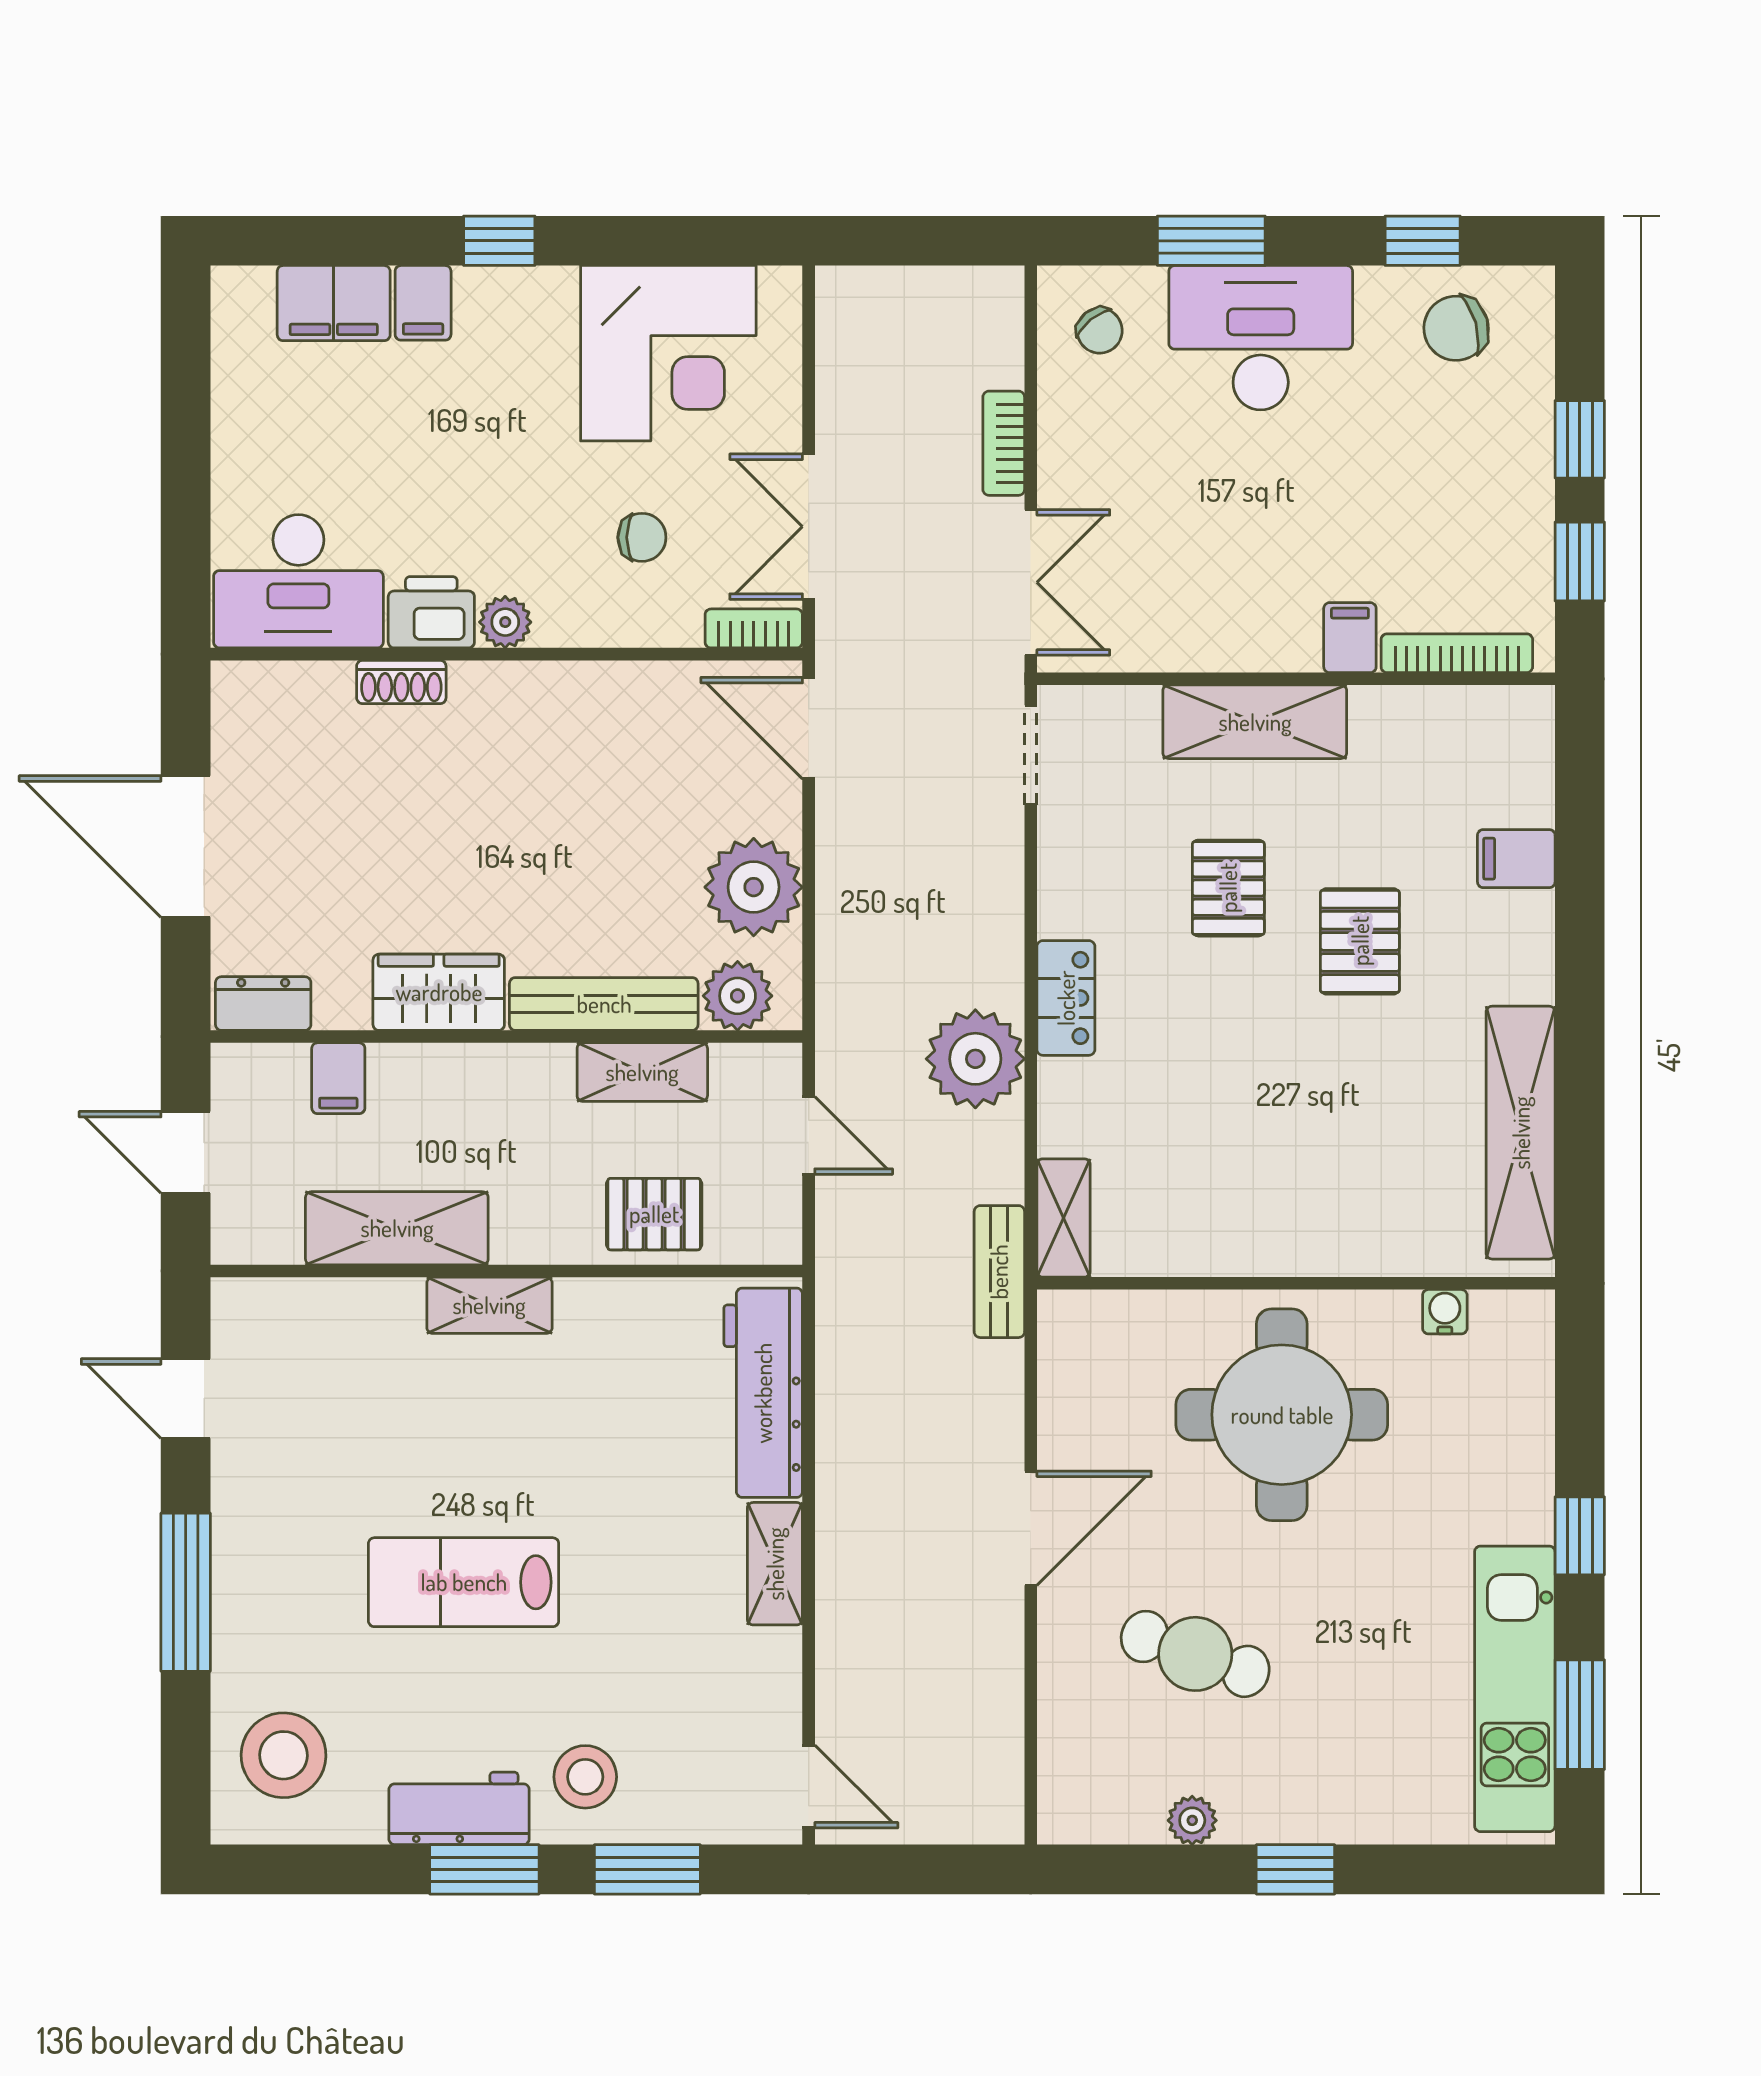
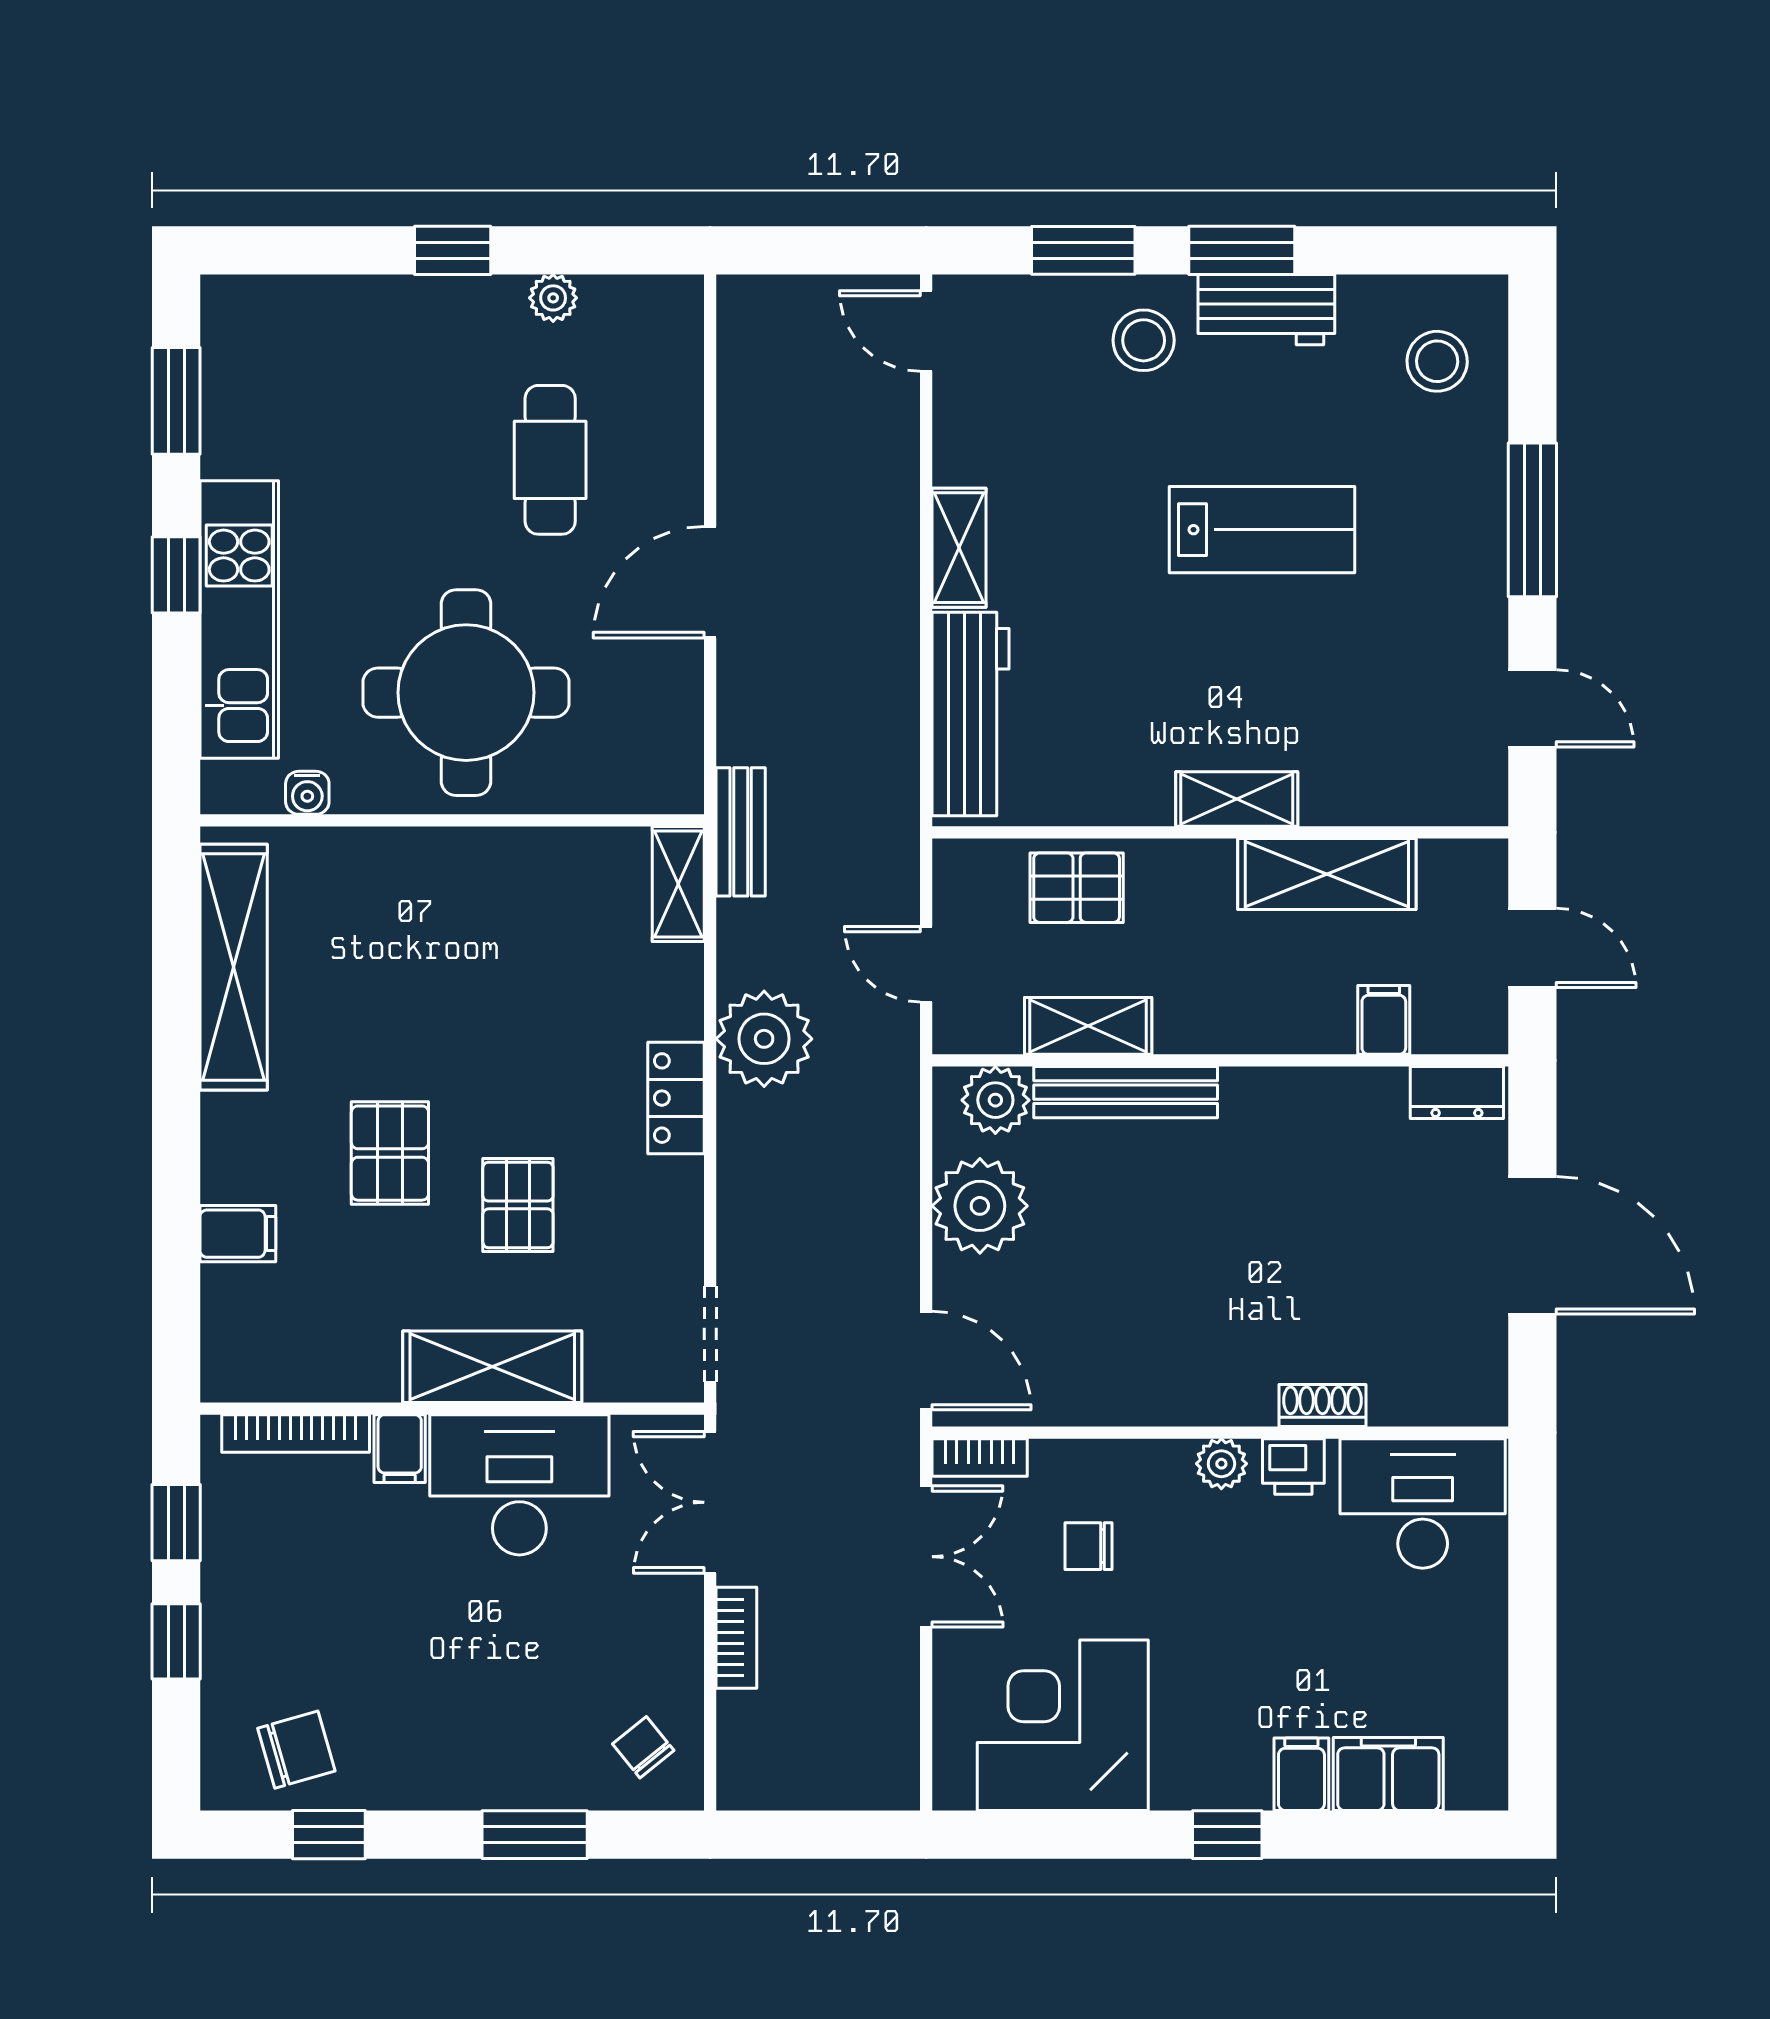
desk: (1261, 338) -> (519, 1485), moved, turned 180
printer: (431, 612) -> (1293, 1466), width x0.73, depth x0.81
wardrobe: (439, 992) -> (1286, 1104), removed
cafe table: (1195, 1654) -> (550, 460), turned 71
kitchen unit: (1515, 1689) -> (239, 619), moved
stool: (284, 1755) -> (1437, 361), width x0.73, depth x0.73

